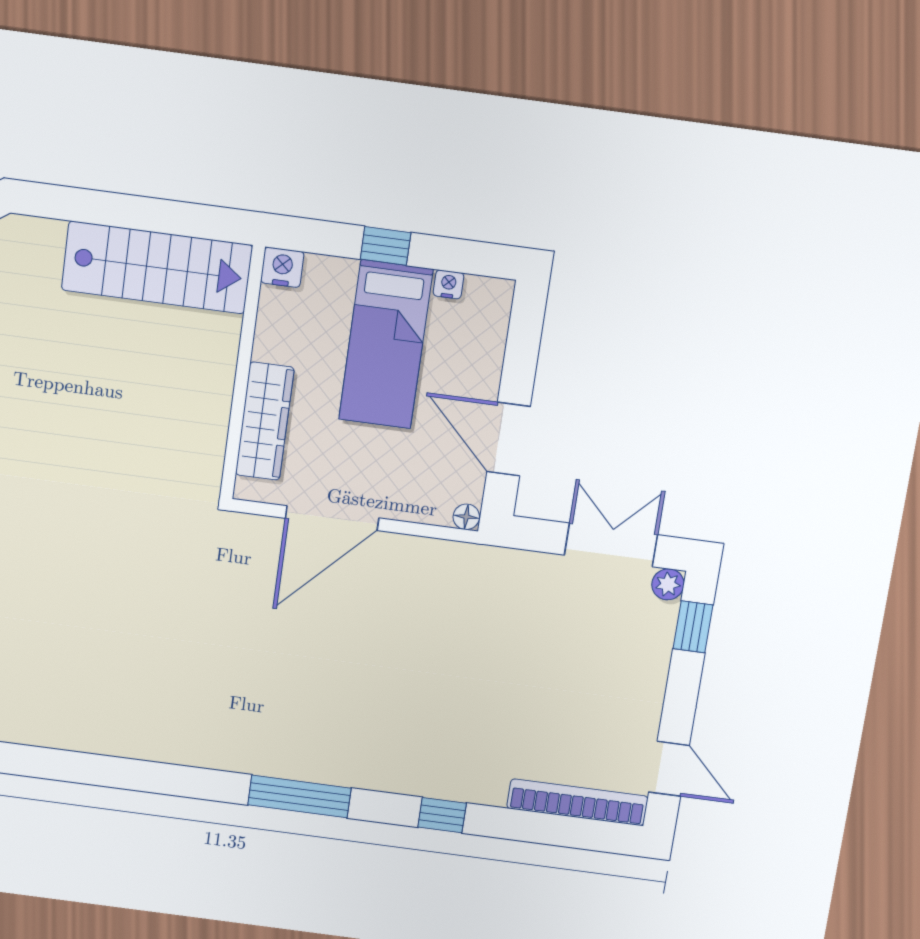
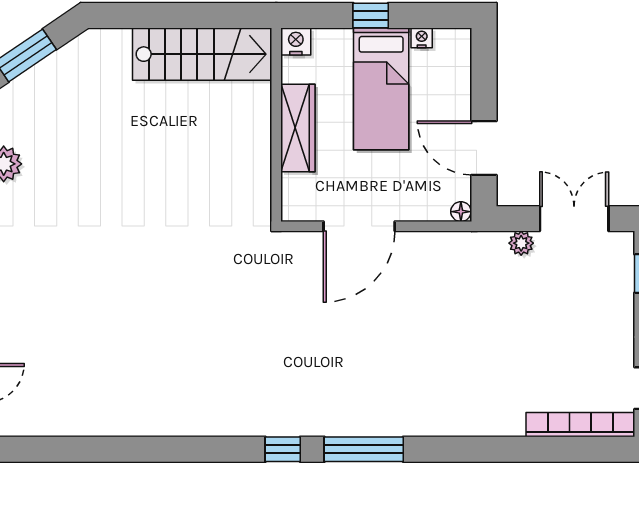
wardrobe: (265, 421) -> (298, 128), moved
plant: (668, 584) -> (521, 243), moved
window: (442, 815) -> (283, 449), moved

